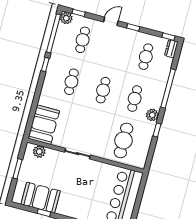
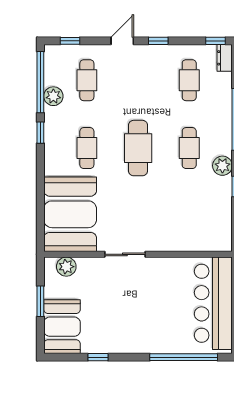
plant: (66, 18) -> (53, 96), moved
cafe table: (103, 90) -> (138, 148), width x1.37, depth x1.35
booth: (44, 125) -> (70, 214), width x1.36, depth x1.42
cafe table: (124, 140) -> (189, 216), removed
booth: (41, 198) -> (62, 327), moved, turned 90

